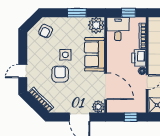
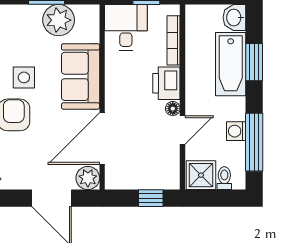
plant: (96, 25) -> (59, 20), moved
door: (106, 86) -> (102, 138), swing flipped

